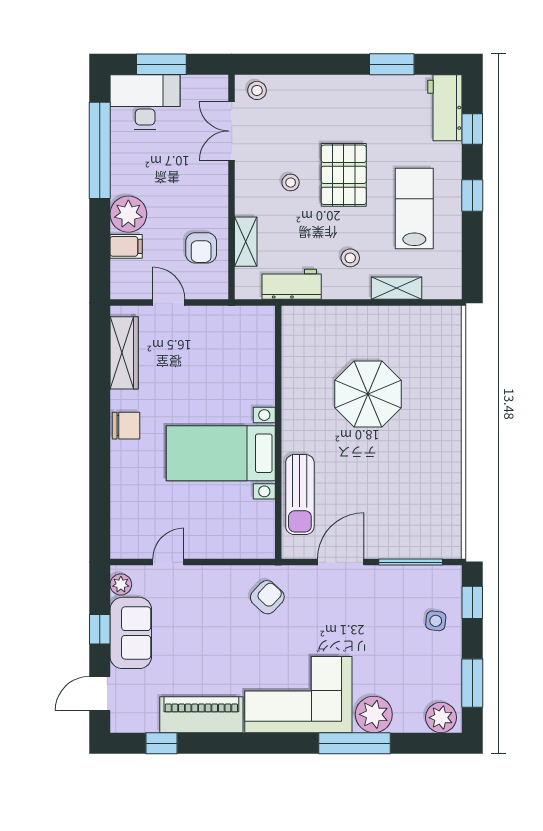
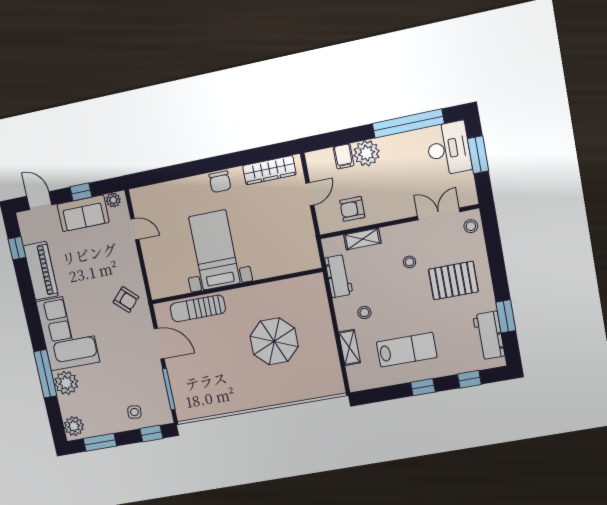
workbench: (445, 108) -> (489, 335), moved, turned -90
pallet: (344, 175) -> (453, 281), moved

